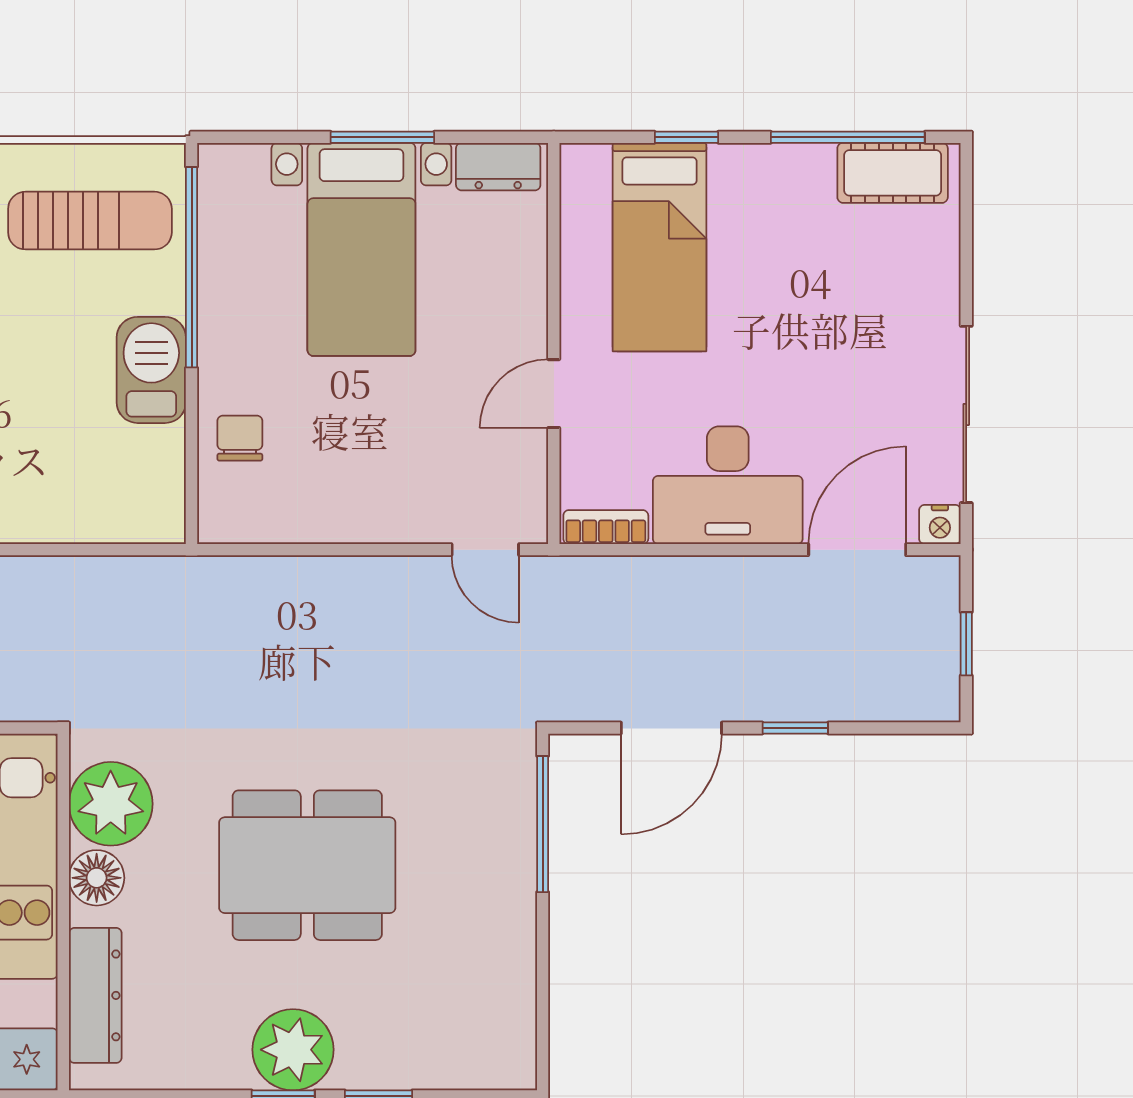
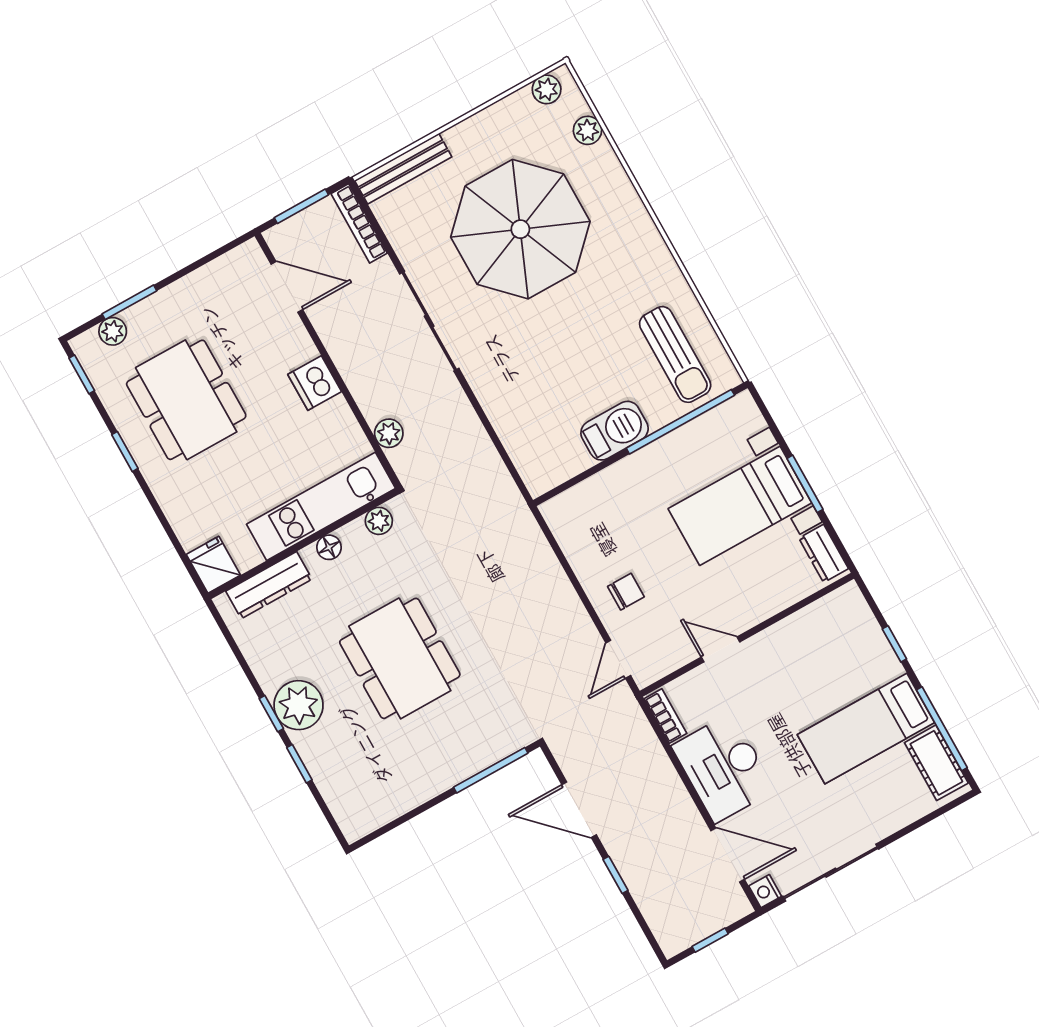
bed: (660, 247) -> (866, 729), moved
chair: (240, 438) -> (626, 592), moved
plant: (111, 804) -> (379, 521), width x0.53, depth x0.53
floor lamp: (97, 878) -> (329, 547), width x0.73, depth x0.73

